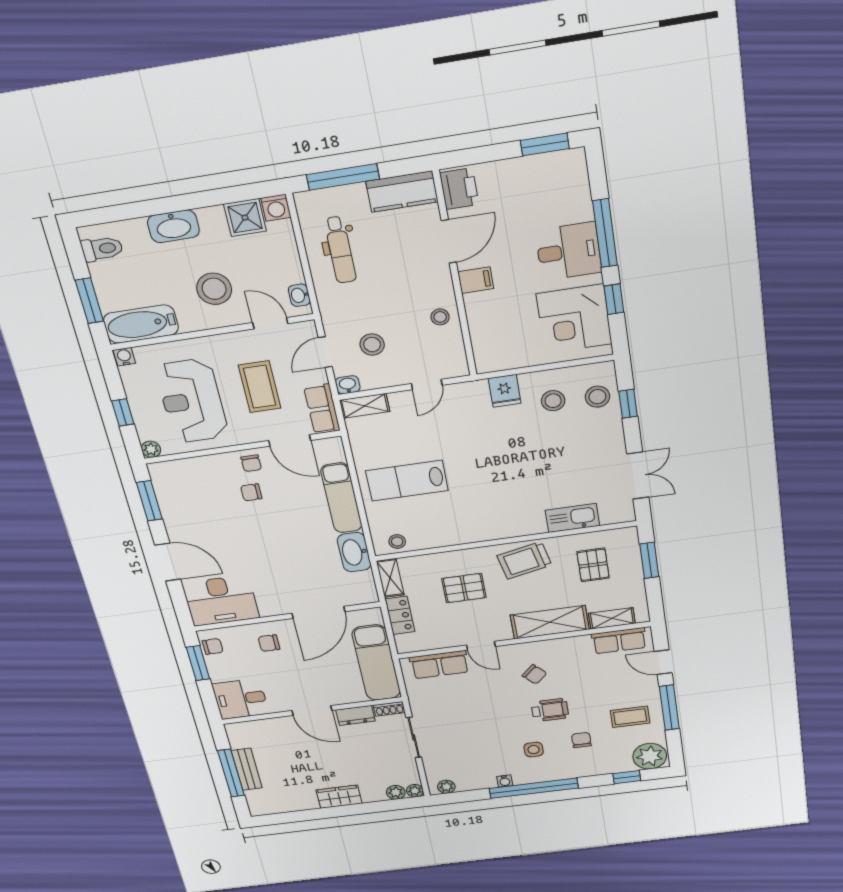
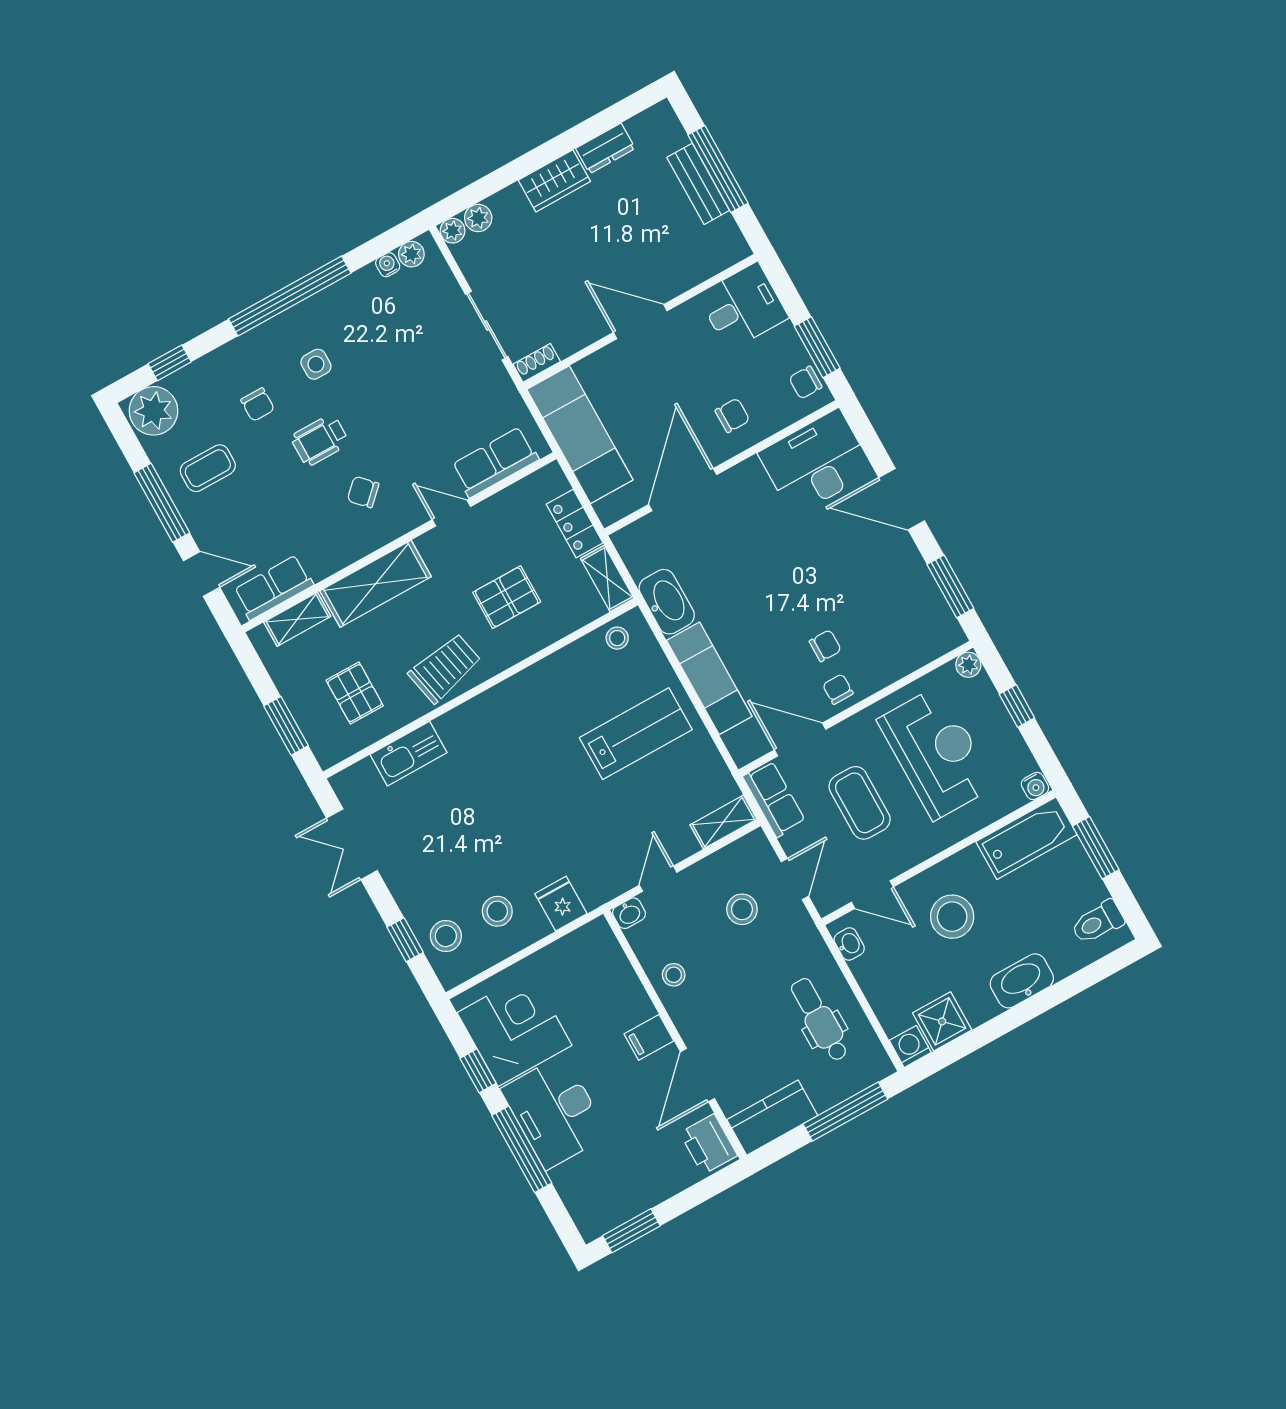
desk: (569, 251) -> (555, 1112), width x1.37
washbasin: (348, 385) -> (629, 913), moved
dresser: (355, 716) -> (605, 148), moved, turned 180
water cooler: (505, 781) -> (388, 265), moved

